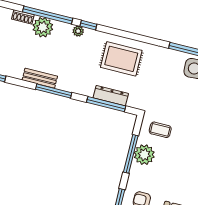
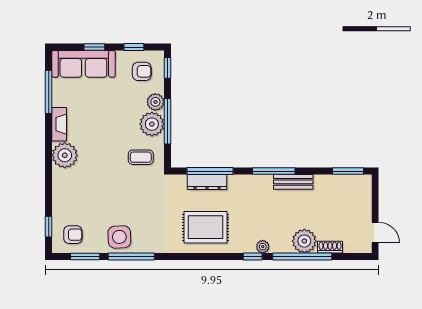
plant: (137, 172) -> (155, 102), added

